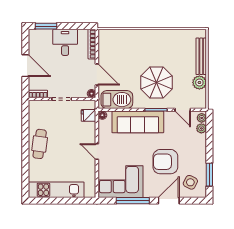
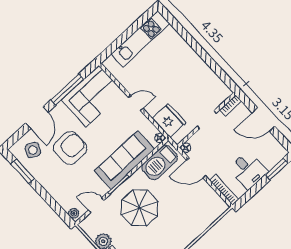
fridge: (89, 115) -> (169, 121), width x1.88, depth x1.34
plant: (201, 128) -> (66, 204), removed
cafe table: (40, 144) -> (190, 65), removed

